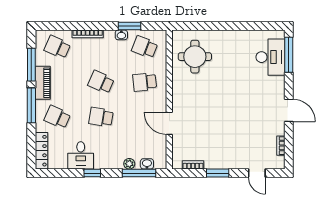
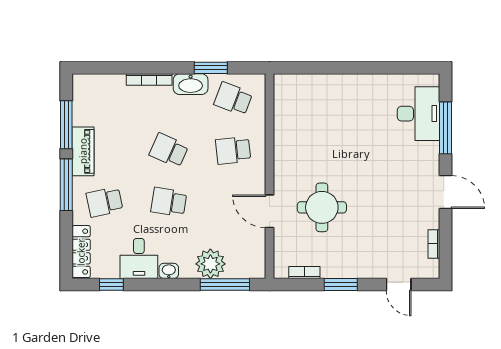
washbasin: (121, 35) -> (191, 84), width x1.91, depth x1.45
school desk: (57, 47) -> (104, 99), removed
window: (289, 55) -> (445, 128), moved
round table: (195, 57) -> (322, 207), moved
school desk: (57, 117) -> (104, 202), turned -36
plant: (129, 164) -> (210, 264), width x1.87, depth x1.87
washbasin: (147, 164) -> (169, 271), moved
window: (92, 173) -> (111, 285), moved

